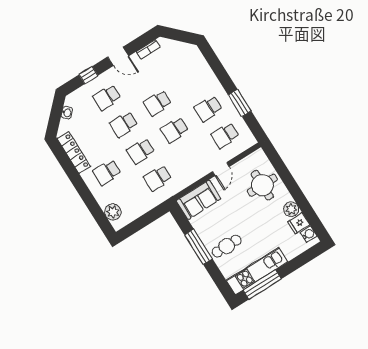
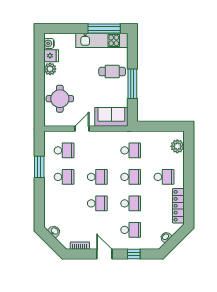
washbasin: (183, 48) -> (54, 231), added

